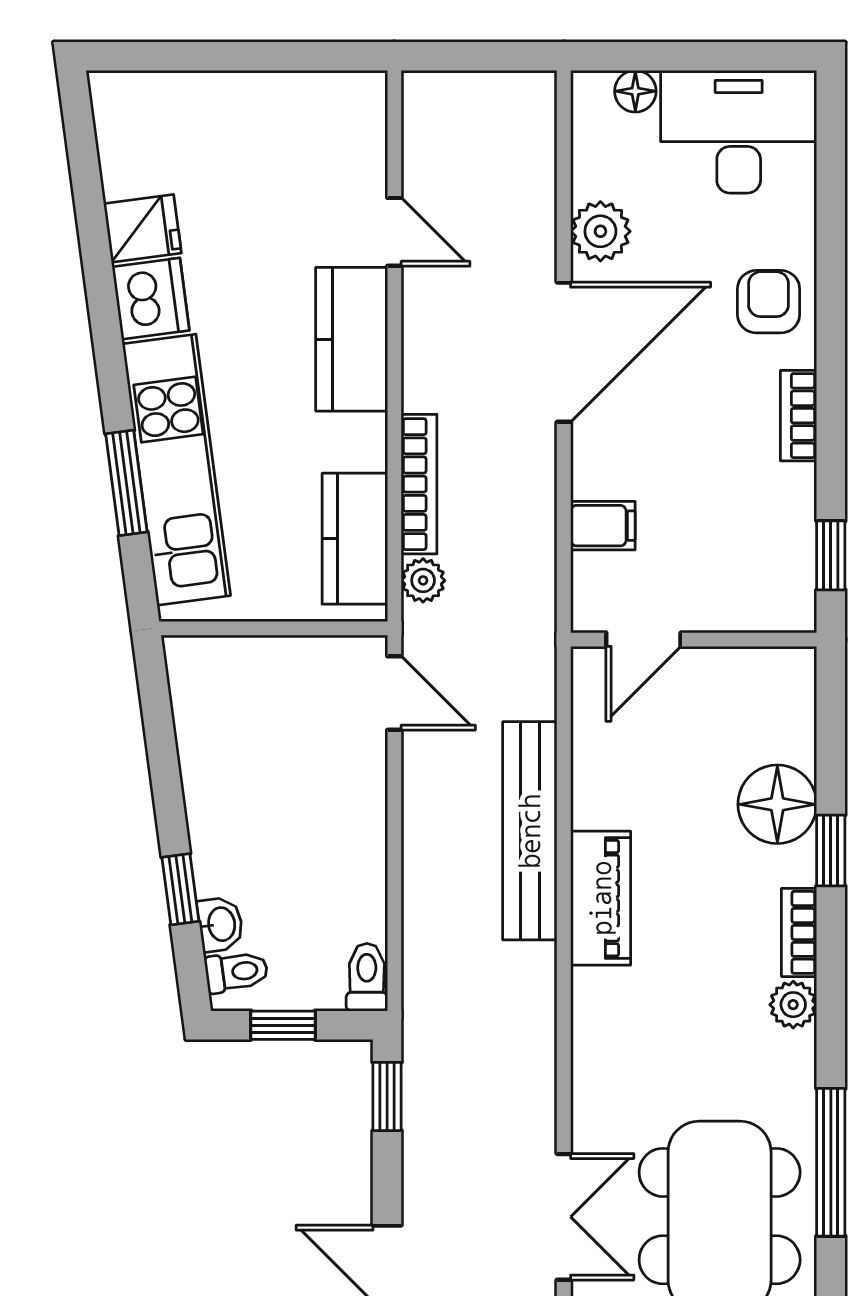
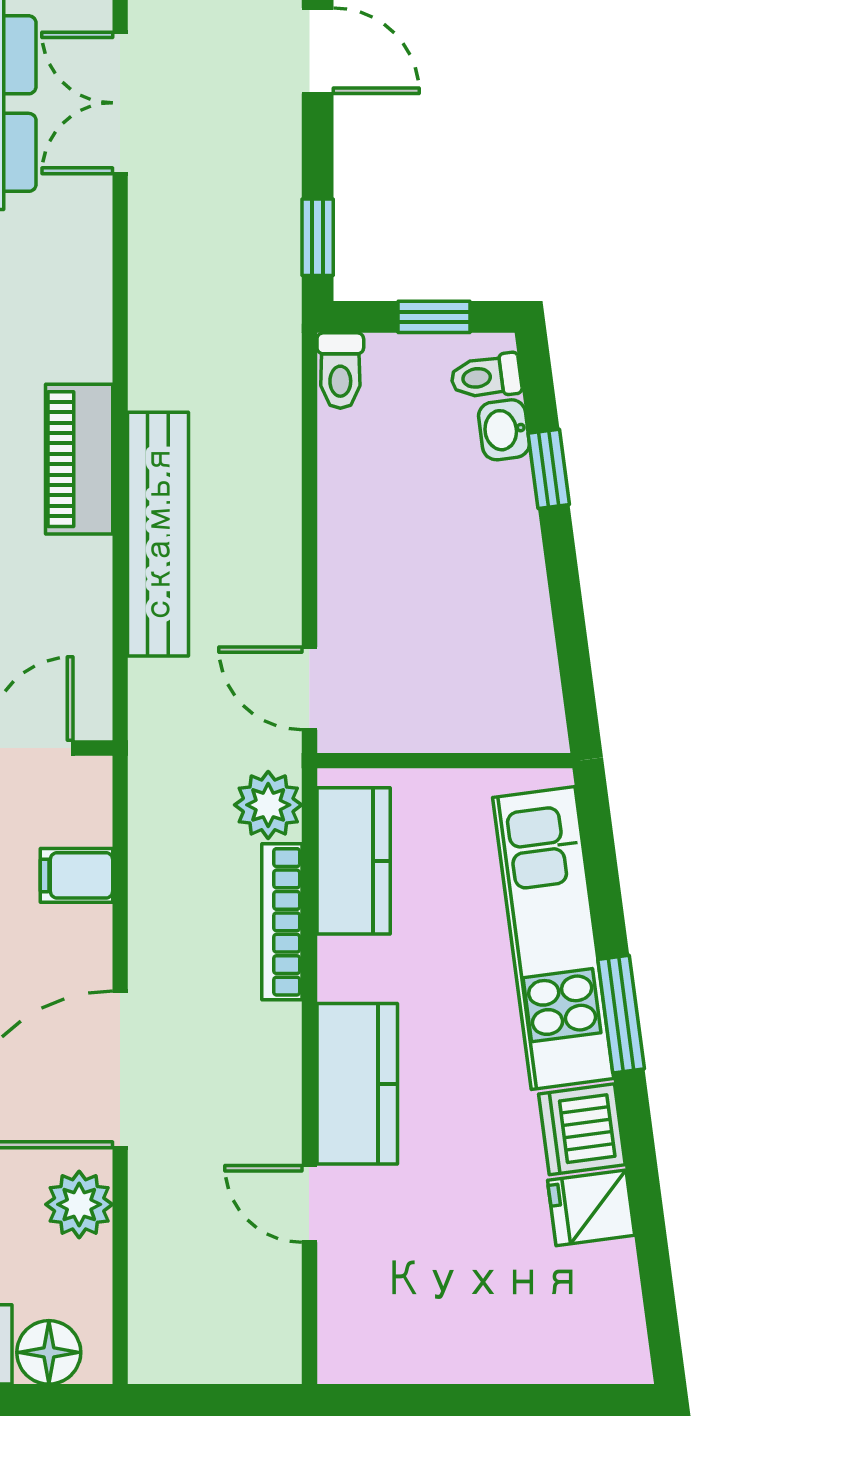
floor lamp: (635, 91) -> (49, 1352), width x1.37, depth x1.37
window: (126, 483) -> (621, 1014), moved
plant: (423, 580) -> (268, 805), width x1.38, depth x1.38

